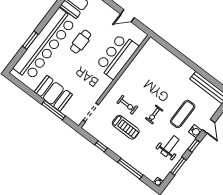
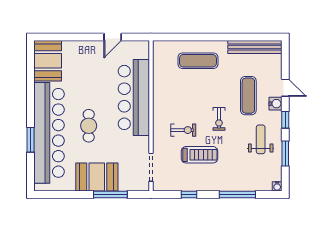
cafe table: (81, 42) -> (89, 126), moved
bar counter: (117, 56) -> (134, 97), width x1.36
exercise mat: (168, 70) -> (198, 61), added

